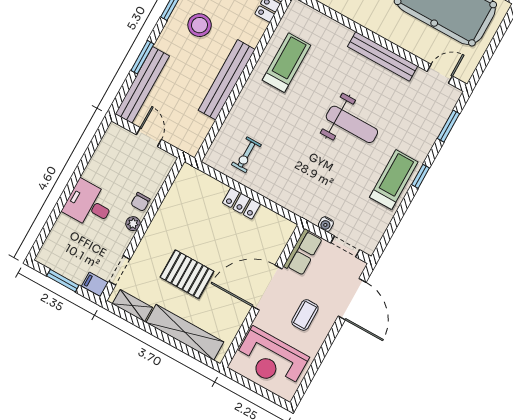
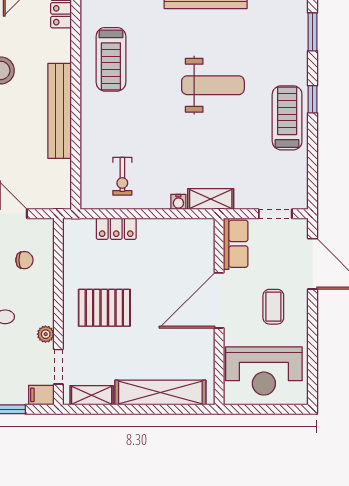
treadmill: (287, 63) -> (111, 59), turned 180
chair: (140, 202) -> (24, 260), moved, turned -90
locker: (241, 203) -> (116, 229), moved
shelving: (303, 209) -> (211, 199), added
plant: (133, 224) -> (46, 334), moved
water cooler: (326, 224) -> (178, 202), moved
pallet: (187, 274) -> (104, 308), moved

